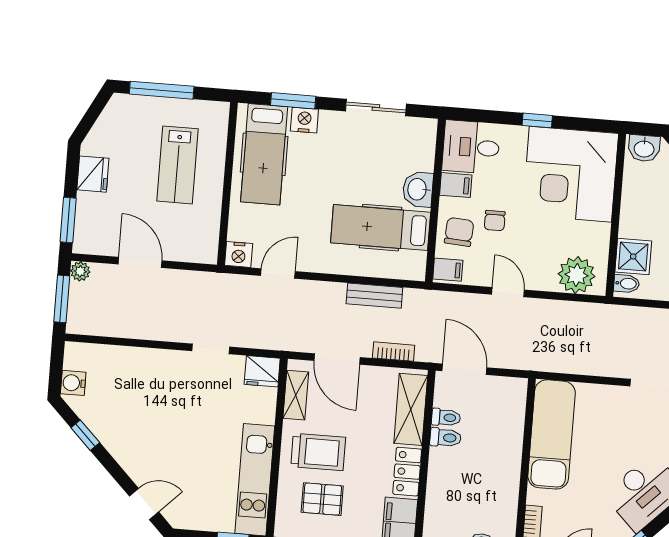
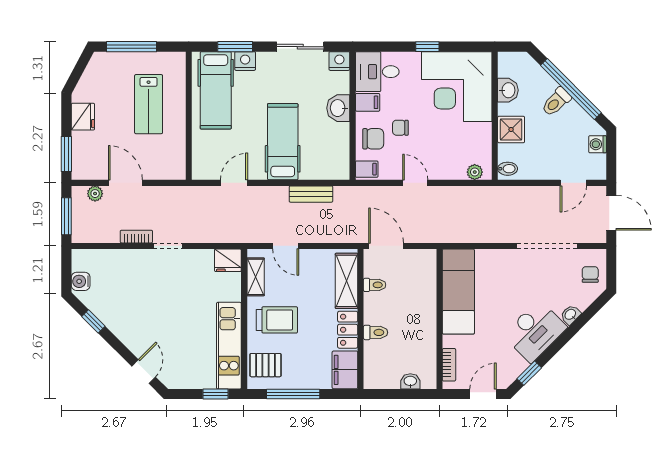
washbasin: (644, 148) -> (508, 90), moved, turned -90
chair: (495, 221) -> (400, 128), turned 90
hospital bed: (381, 228) -> (283, 142), moved, turned 90
chair: (459, 232) -> (373, 139), turned 86
nightstand: (239, 254) -> (339, 61), moved, turned 180
shower: (633, 256) -> (511, 129), moved
plant: (80, 271) -> (95, 194), moved
plant: (577, 275) -> (475, 172), width x0.53, depth x0.53
doorway: (211, 349) -> (168, 246), moved
bookcase: (394, 352) -> (136, 237), moved
door: (337, 359) -> (286, 246), width x0.73
toilet: (445, 438) -> (376, 332), moved
pallet: (322, 499) -> (265, 365), moved
door: (144, 504) -> (144, 372), hinge flipped

